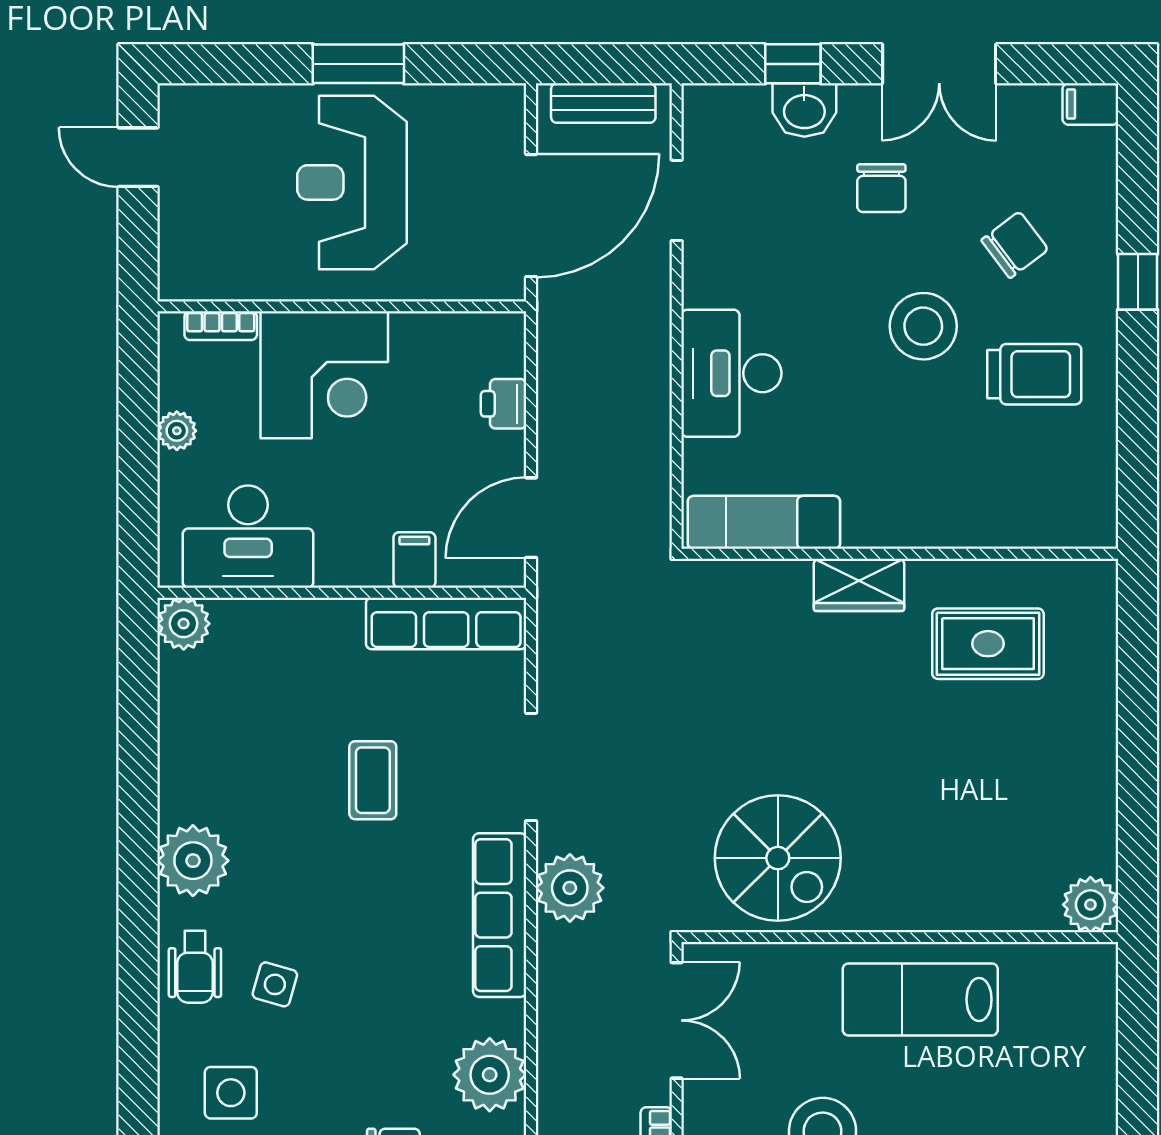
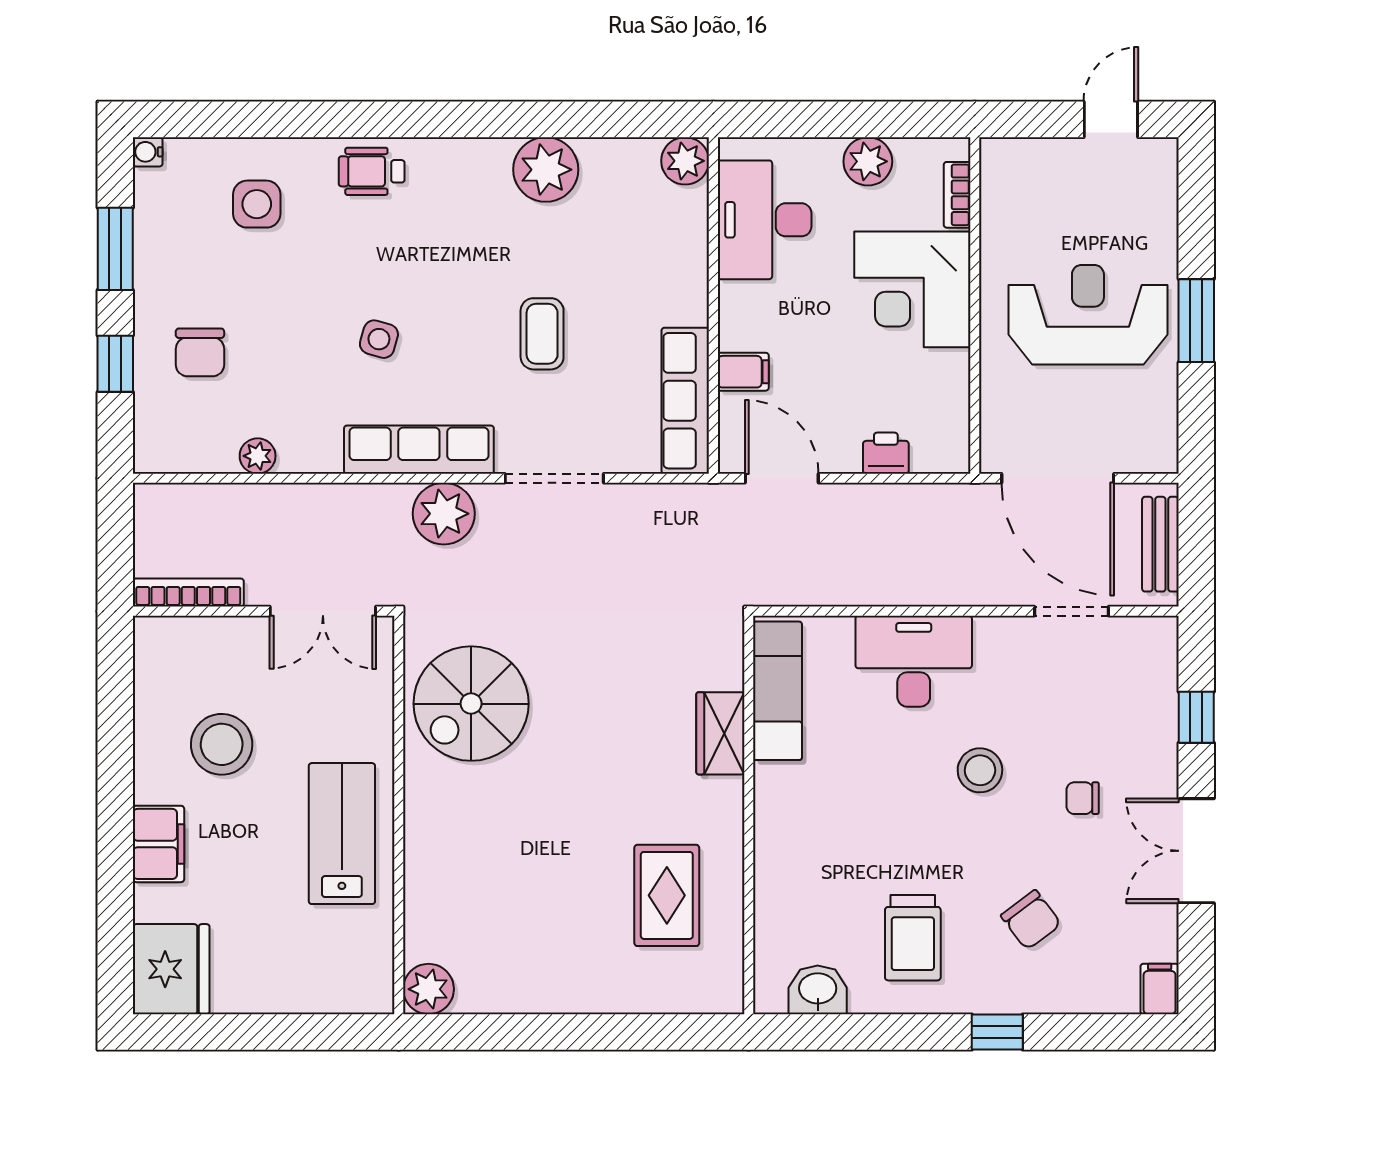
washbasin: (804, 110) -> (818, 990), moved, turned 90
chair: (881, 188) -> (1083, 798), width x0.73, depth x0.73
stool: (923, 326) -> (980, 770), moved, width x0.73, depth x0.73
plant: (177, 431) -> (868, 161), width x1.38, depth x1.38
wardrobe: (859, 585) -> (720, 733), moved
coffee table: (373, 780) -> (542, 334), turned 90
plant: (193, 861) -> (546, 170), moved
side table: (275, 984) -> (379, 339), moved
plant: (490, 1075) -> (258, 456), width x0.53, depth x0.53

